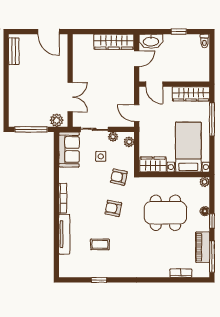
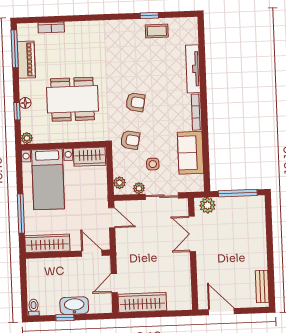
washbasin: (151, 41) -> (74, 306), moved
sofa: (69, 149) -> (191, 153), moved
window: (212, 221) -> (17, 111), moved
coffee table: (100, 244) -> (157, 31), moved

